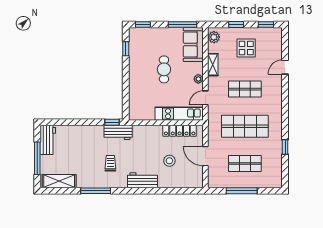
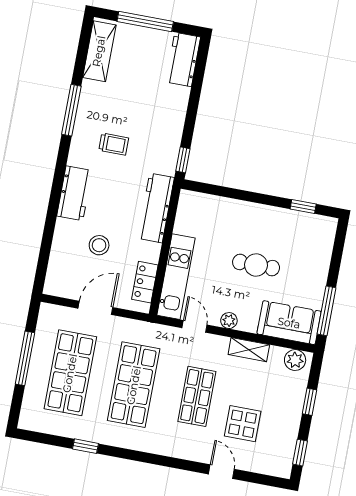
window: (143, 24) -> (339, 243), removed
display table: (246, 48) -> (243, 424), moved
locker: (180, 131) -> (145, 282), width x0.66
workbench: (118, 132) -> (156, 208), moved, width x1.37
workbench: (48, 140) -> (183, 60), moved, turned 90
shop shelf: (245, 163) -> (70, 373), width x1.43, depth x1.36

